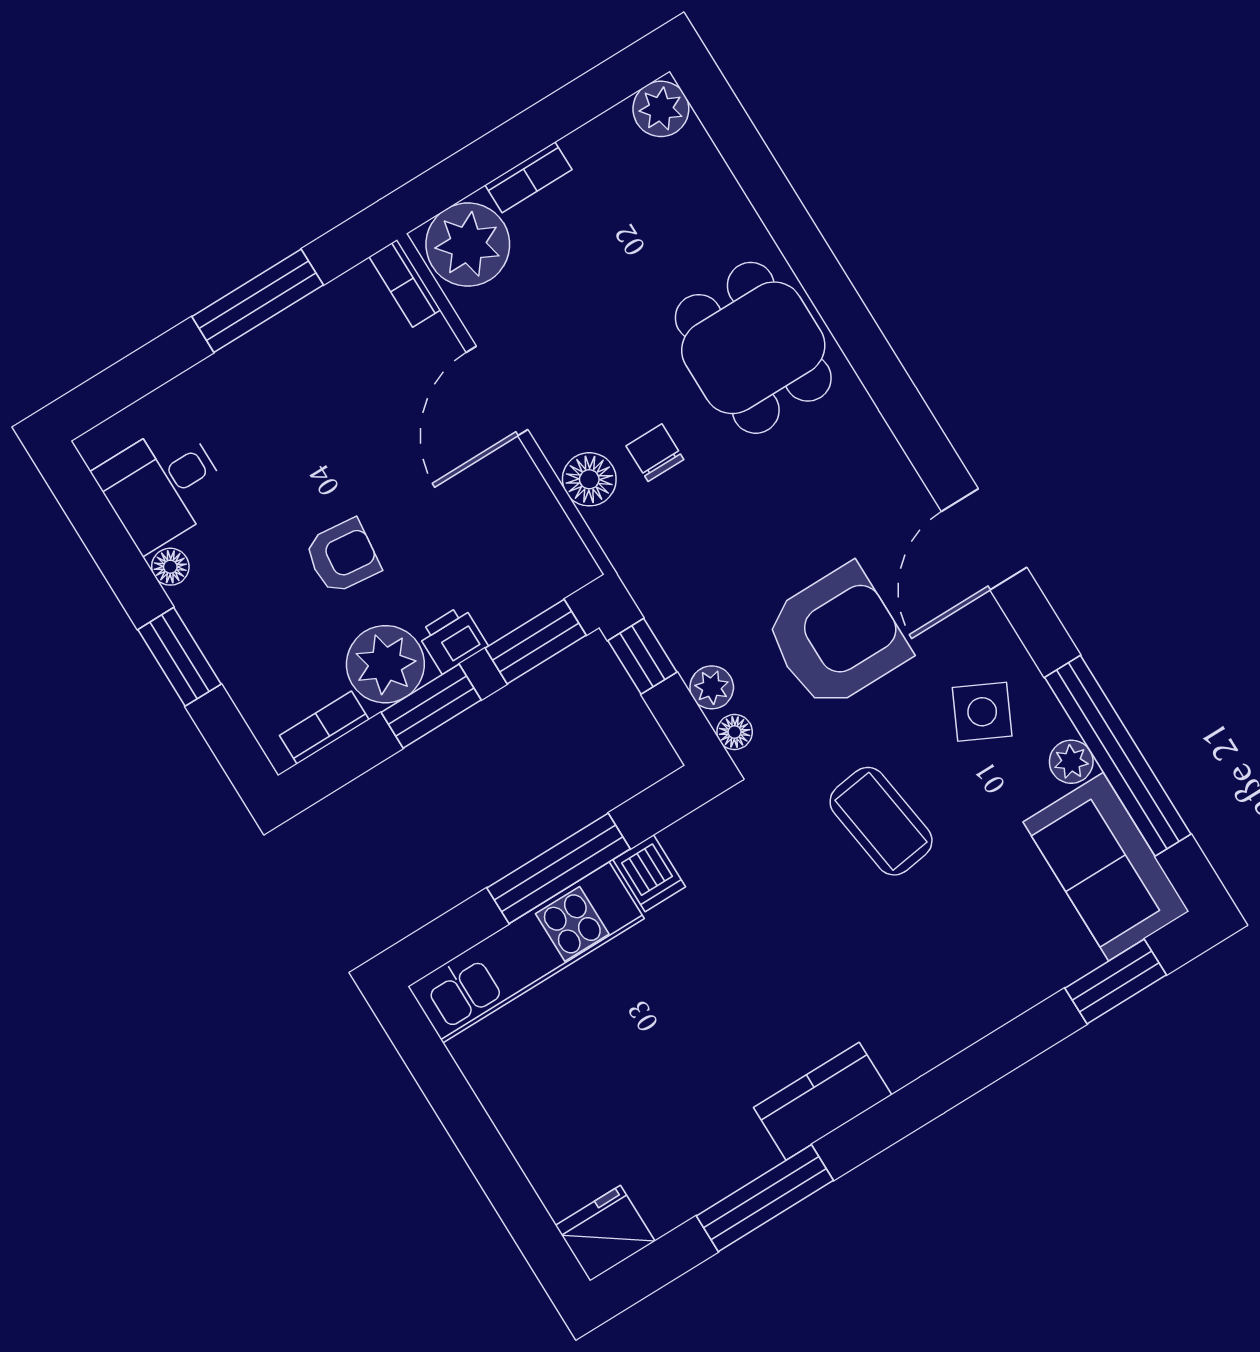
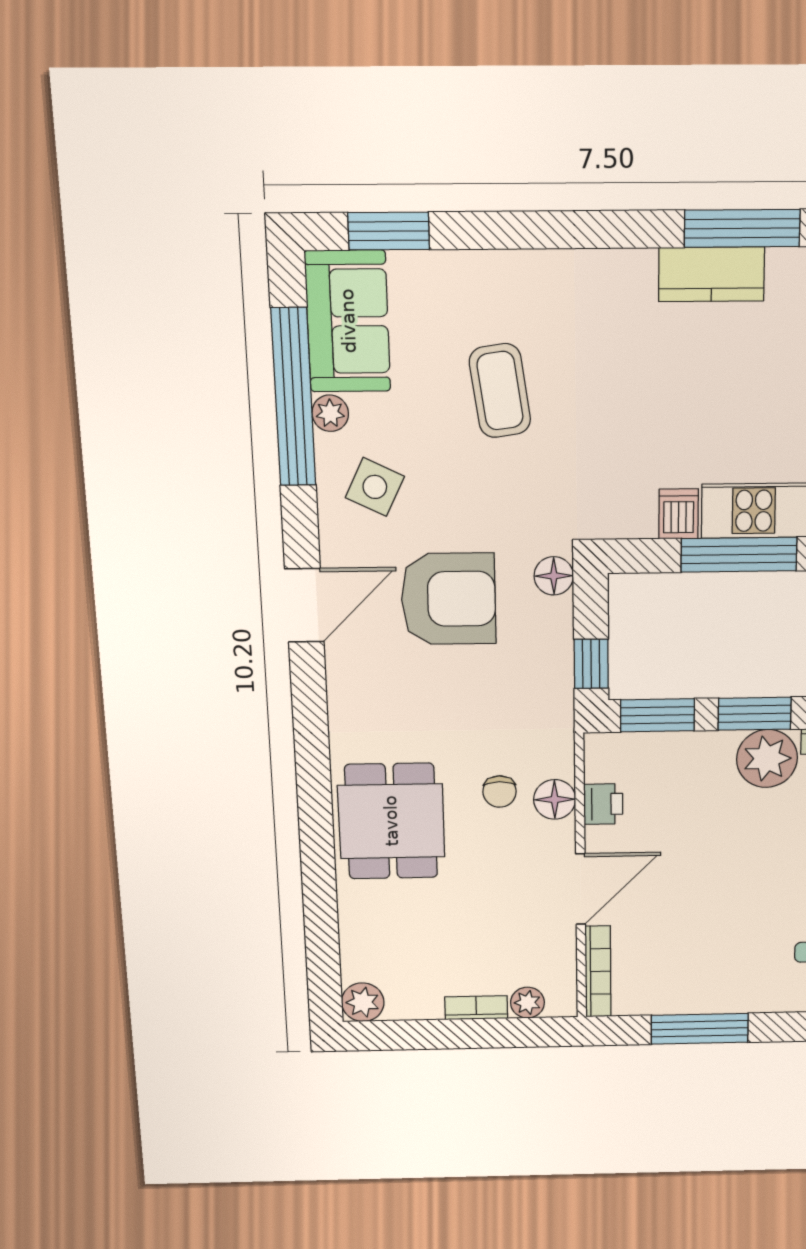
plant: (468, 245) -> (527, 1003), width x0.53, depth x0.53
bookcase: (405, 283) -> (598, 971), width x1.56
armchair: (342, 556) -> (750, 843), removed
armchair: (836, 637) -> (448, 599), turned 180
printer: (452, 639) -> (603, 804), moved, turned -90
plant: (712, 687) -> (556, 615), removed
floor lamp: (735, 732) -> (554, 576), width x1.37, depth x1.37
coffee table: (881, 821) -> (500, 391), moved
kitchen counter: (823, 1101) -> (711, 274), moved

